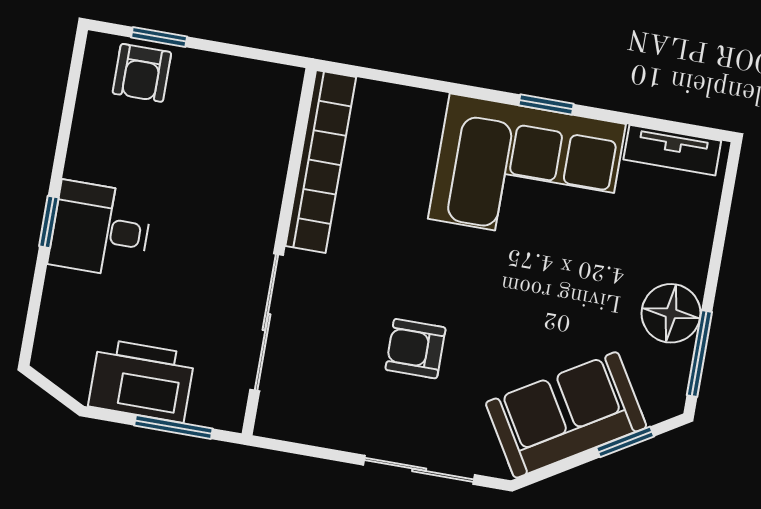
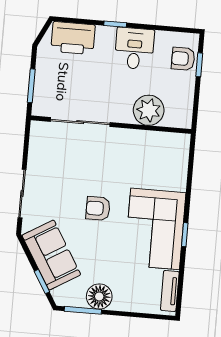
plant: (253, 162) -> (149, 110), added
bookcase: (321, 162) -> (152, 139), removed
desk: (100, 229) -> (134, 48), moved
armchair: (415, 349) -> (98, 208), moved, turned -90
printer: (142, 380) -> (73, 38), moved, turned 90

